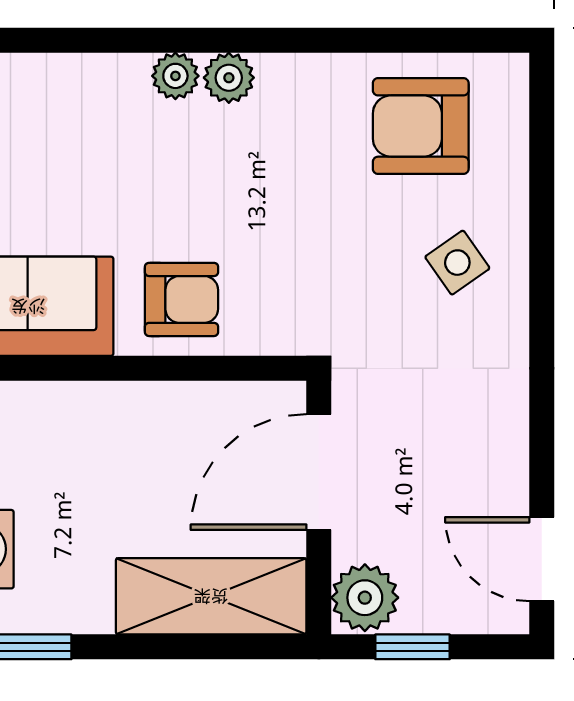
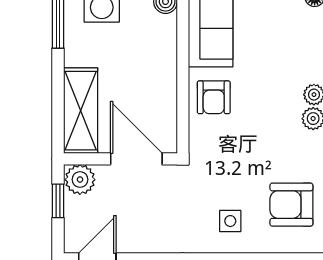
armchair: (421, 126) -> (291, 205), turned -90
side table: (457, 263) -> (230, 221), turned 35

